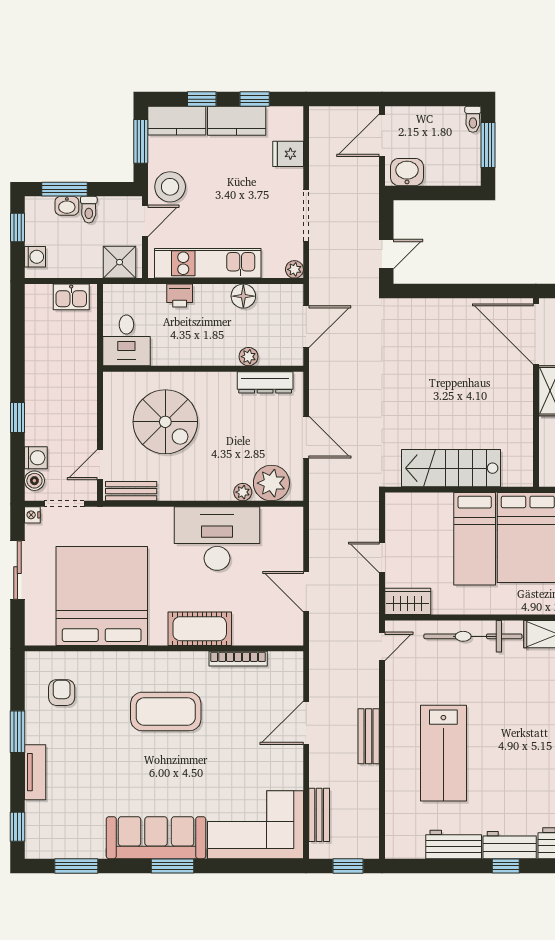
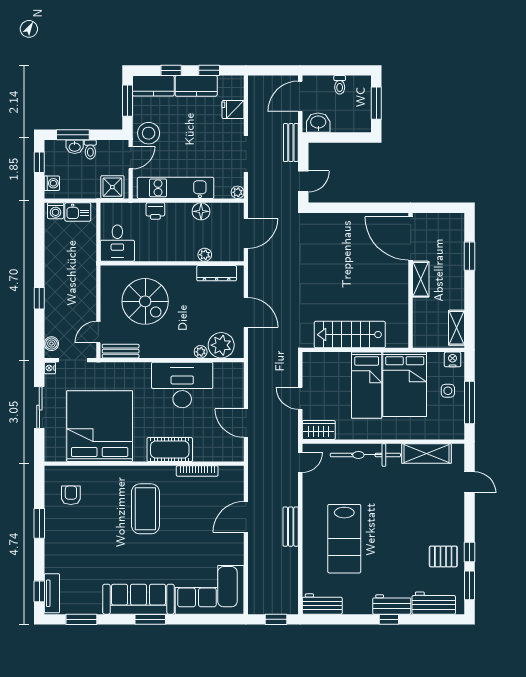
toilet: (473, 119) -> (340, 85), moved
washing machine: (36, 458) -> (56, 211), moved, turned 90
coffee table: (166, 711) -> (145, 509), turned 90
tv unit: (35, 772) -> (52, 593), moved
bench: (319, 815) -> (291, 143), moved
workbench: (454, 844) -> (322, 604), moved

